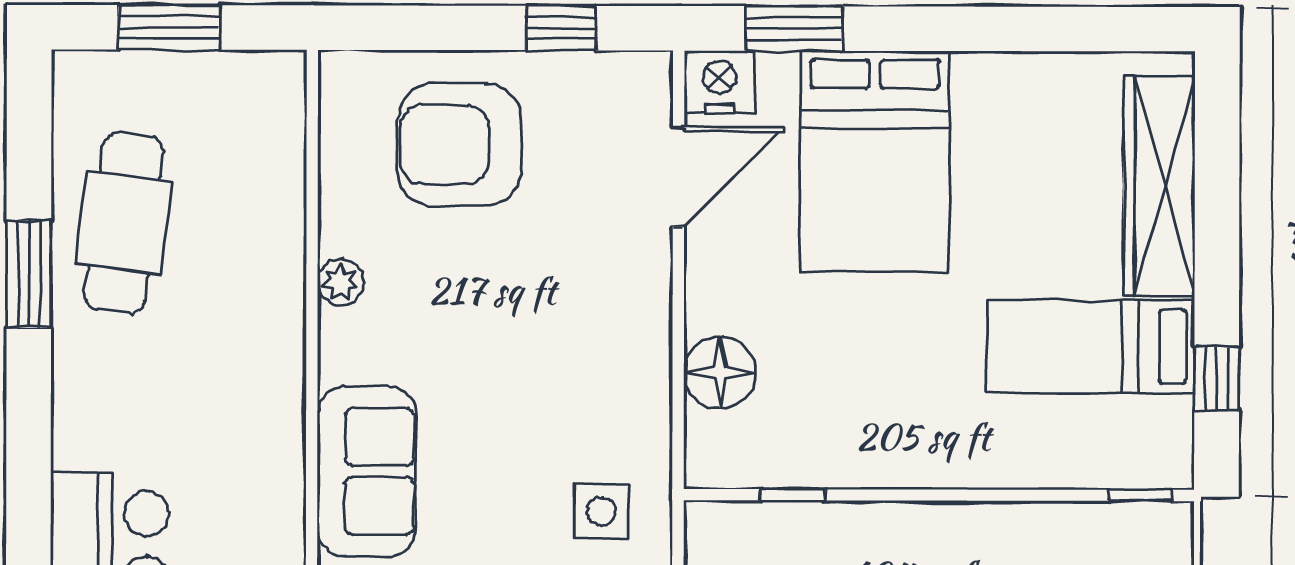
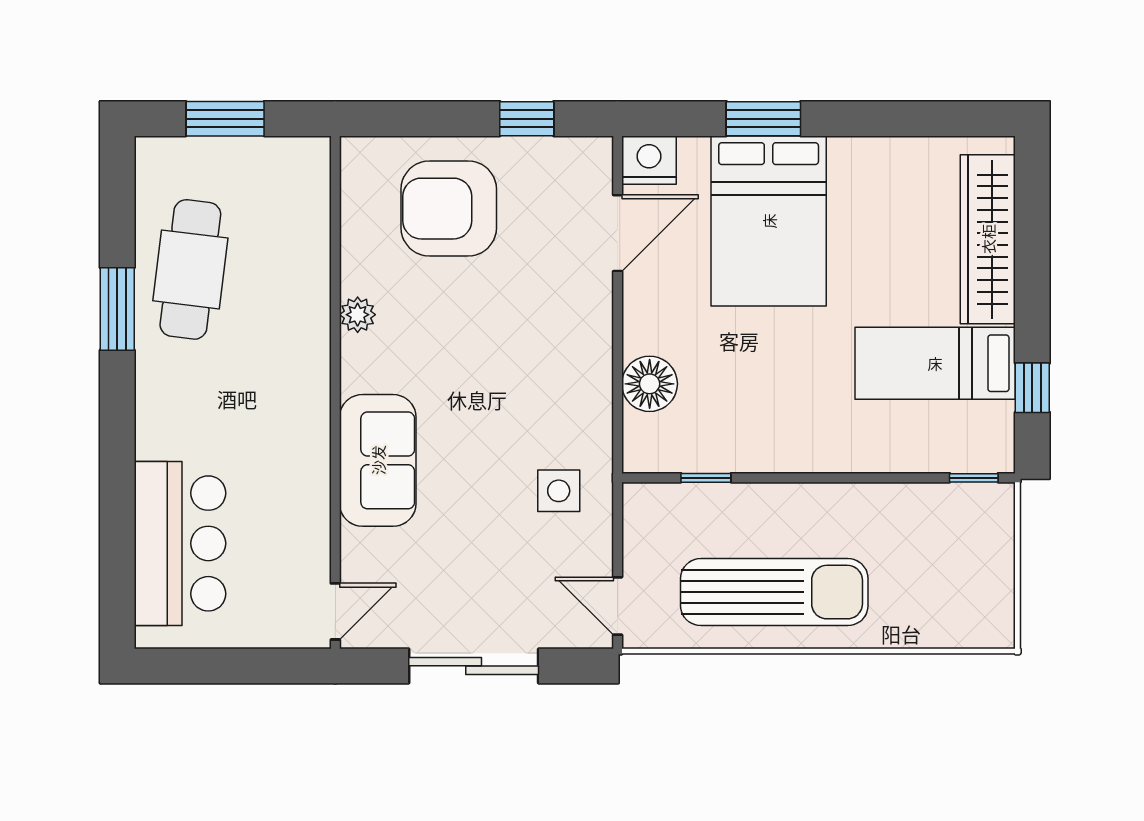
window: (794, 28) -> (763, 119), moved

